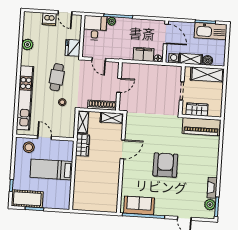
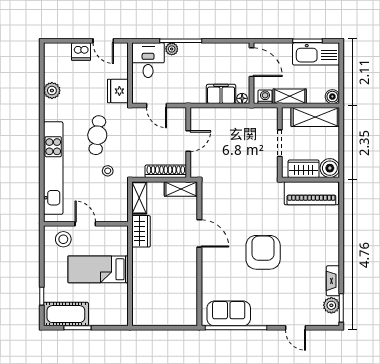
boiler: (208, 60) -> (332, 97), moved
boiler: (215, 110) -> (330, 168), added
door: (122, 149) -> (199, 233), hinge flipped

